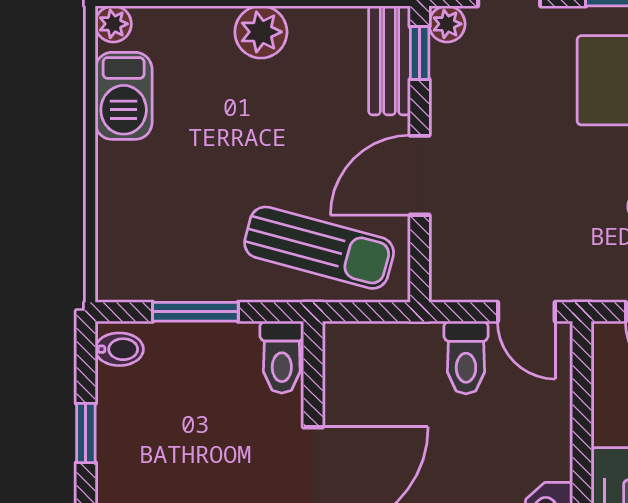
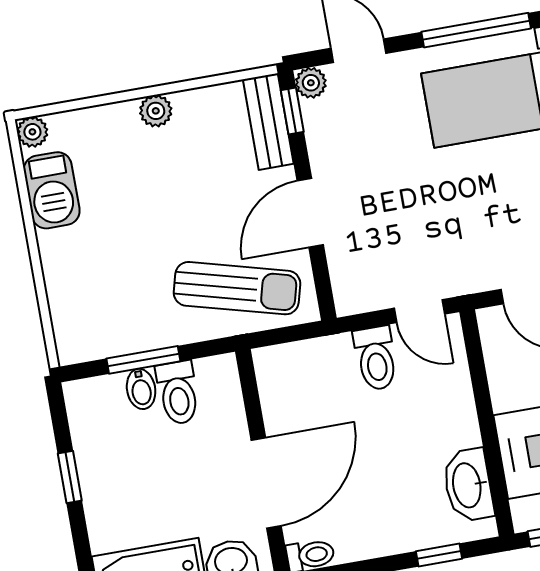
plant: (261, 32) -> (156, 111), width x0.73, depth x0.73
bidet: (119, 349) -> (141, 389), moved, turned 90
toilet: (282, 357) -> (178, 393), moved

